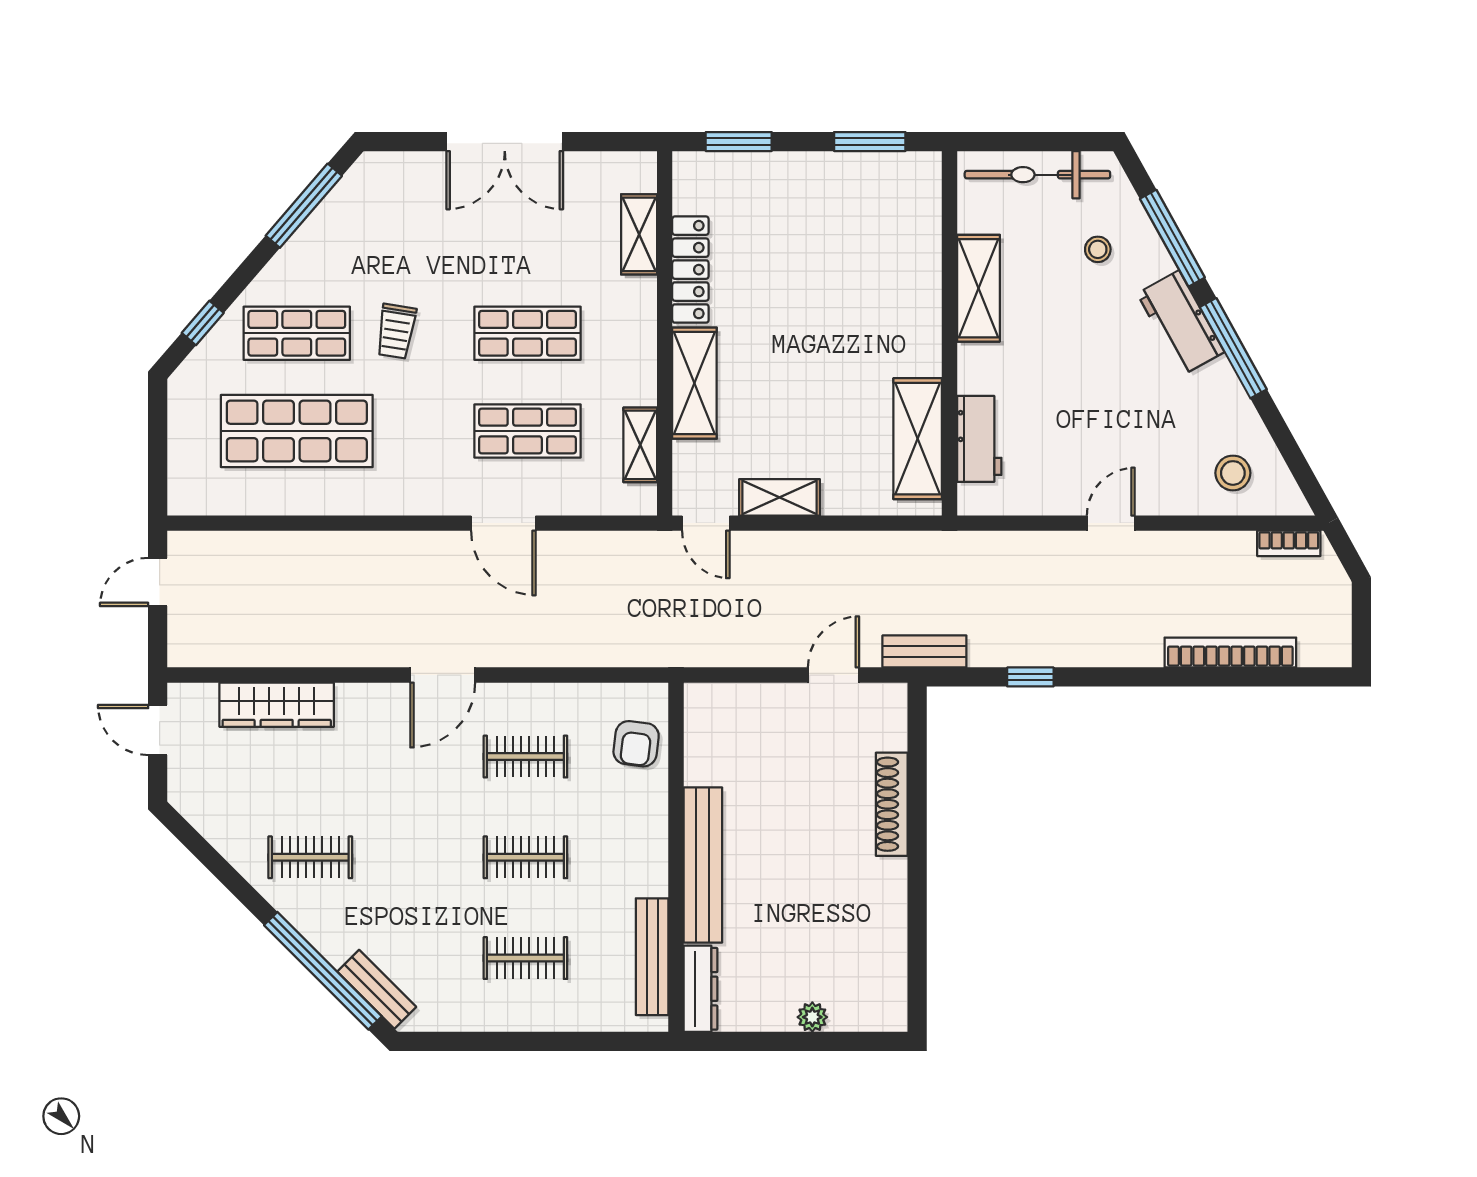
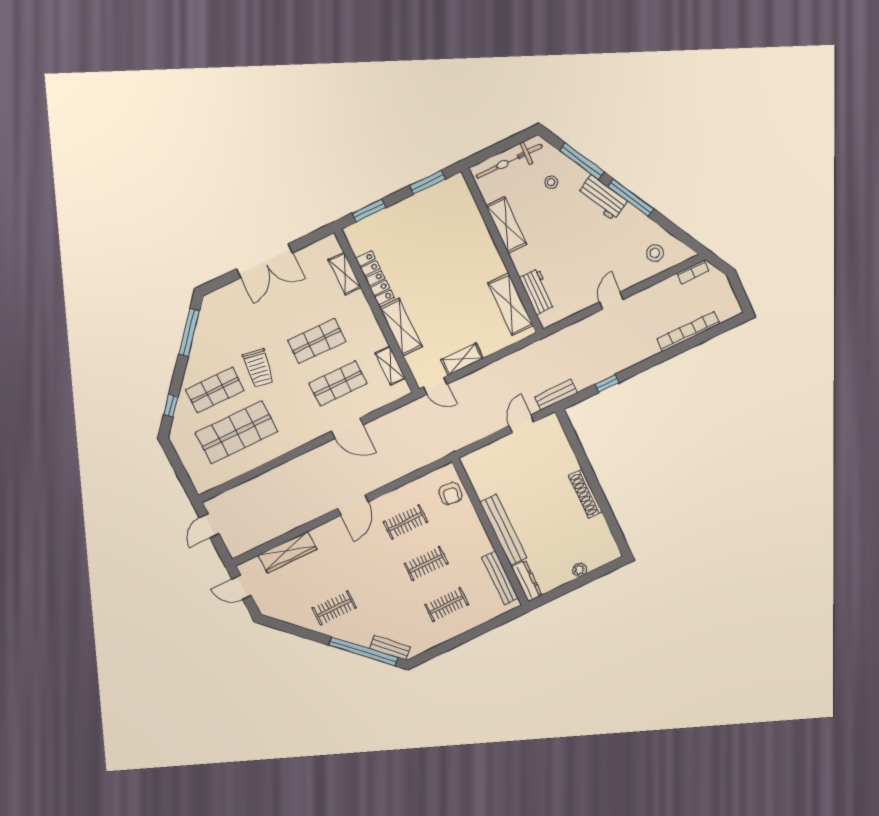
trolley: (396, 331) -> (258, 368), width x1.36, depth x1.39
shoe rack: (892, 804) -> (585, 494), moved

